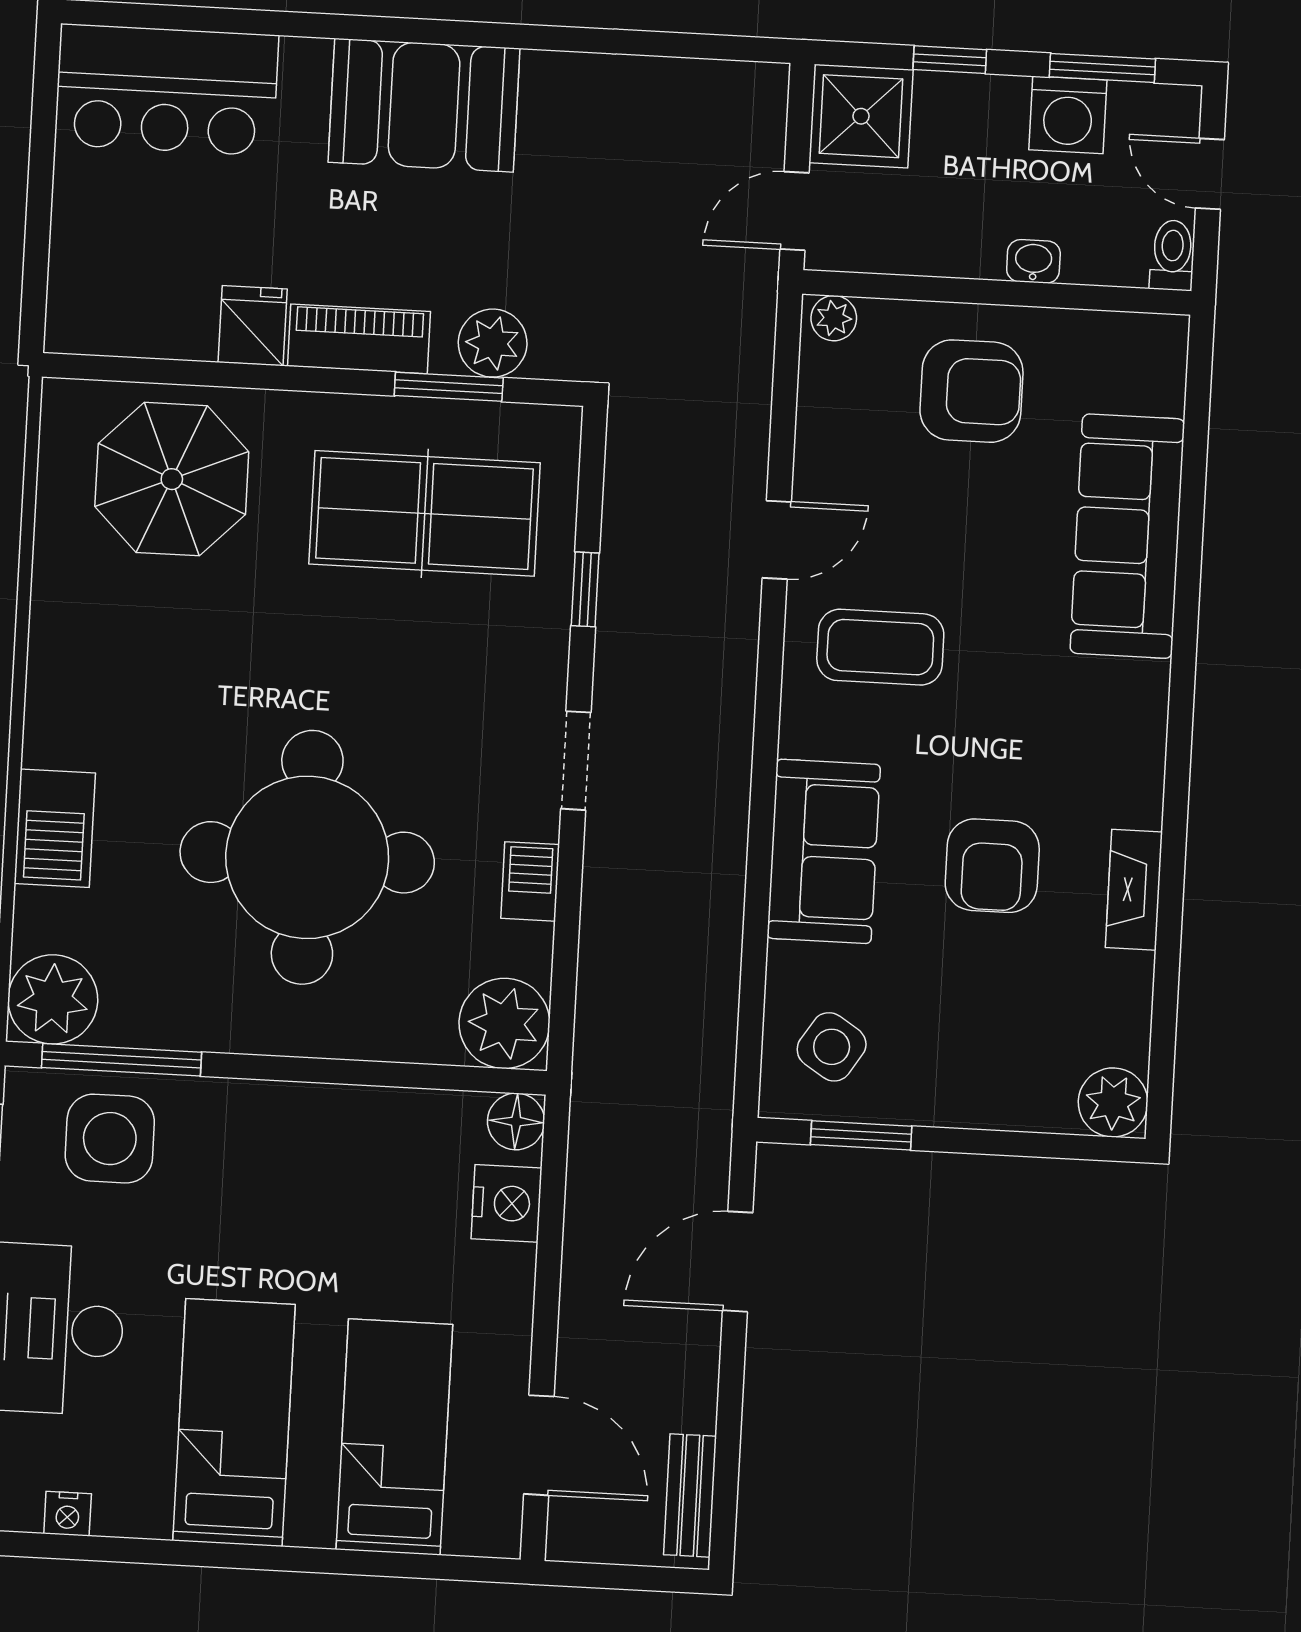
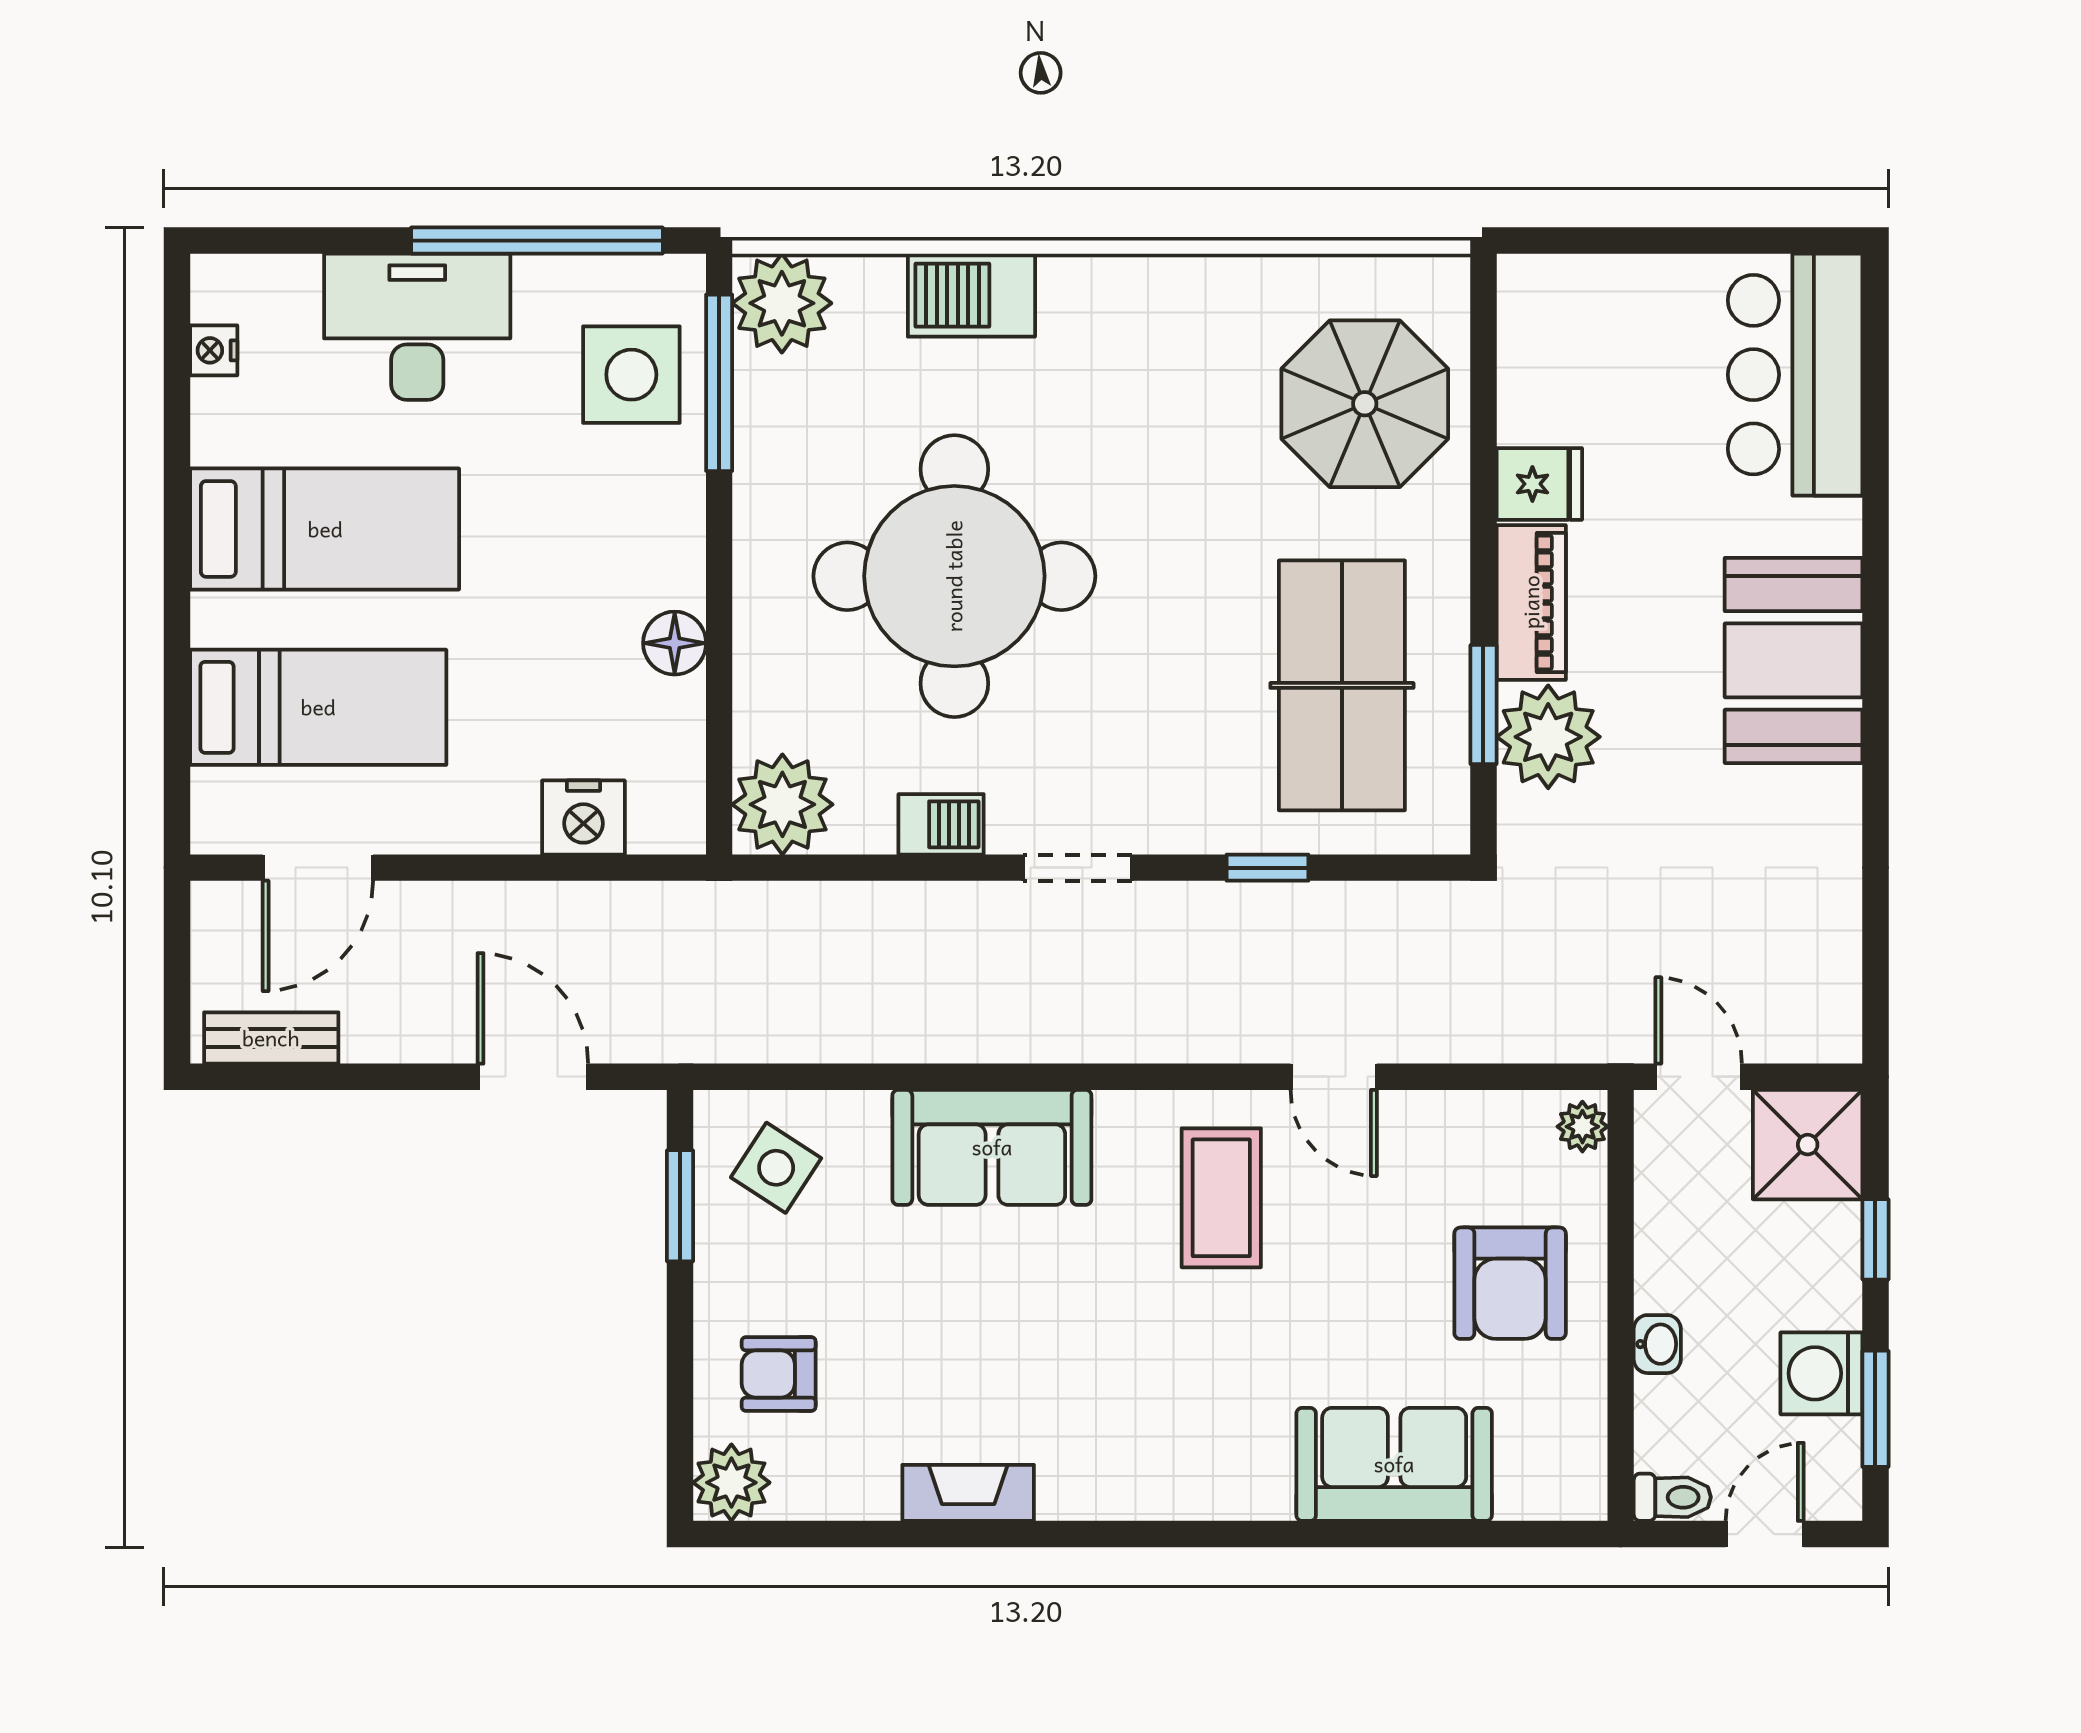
plant: (493, 343) -> (1548, 737), width x1.36, depth x1.36
sofa: (1127, 536) -> (1394, 1464), width x0.73
armchair: (992, 866) -> (779, 1374), moved, width x0.72, depth x0.72
floor lamp: (516, 1121) -> (675, 643), moved

